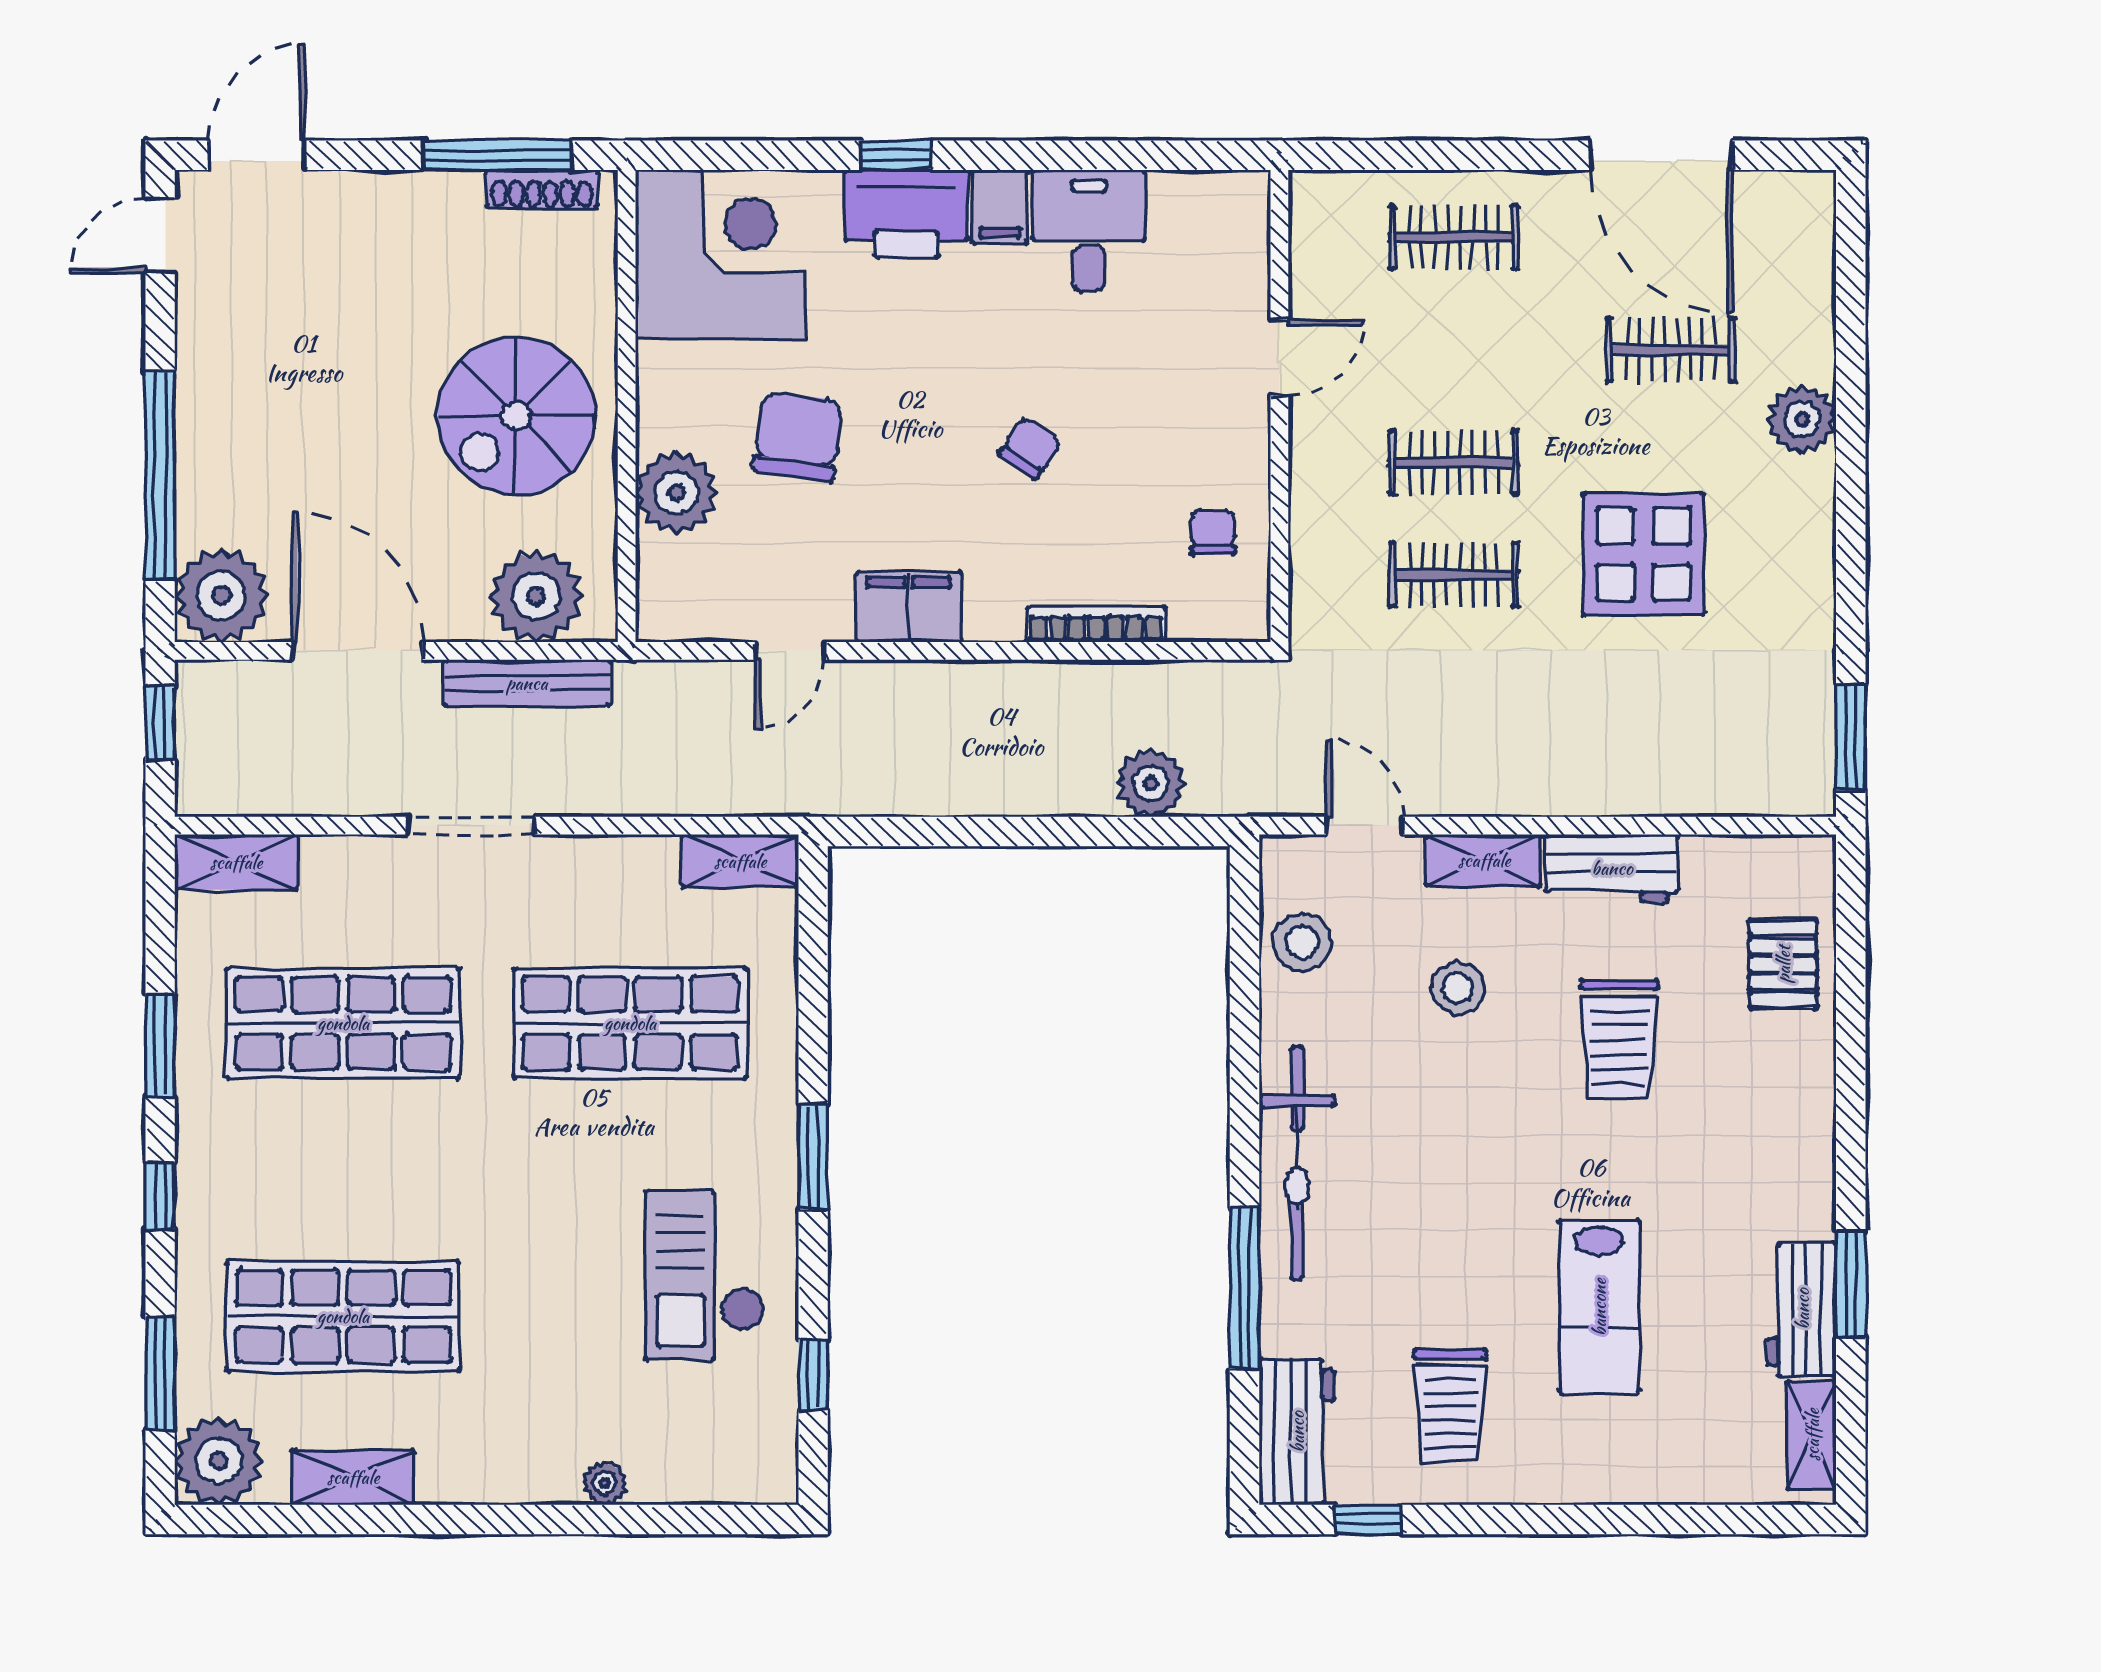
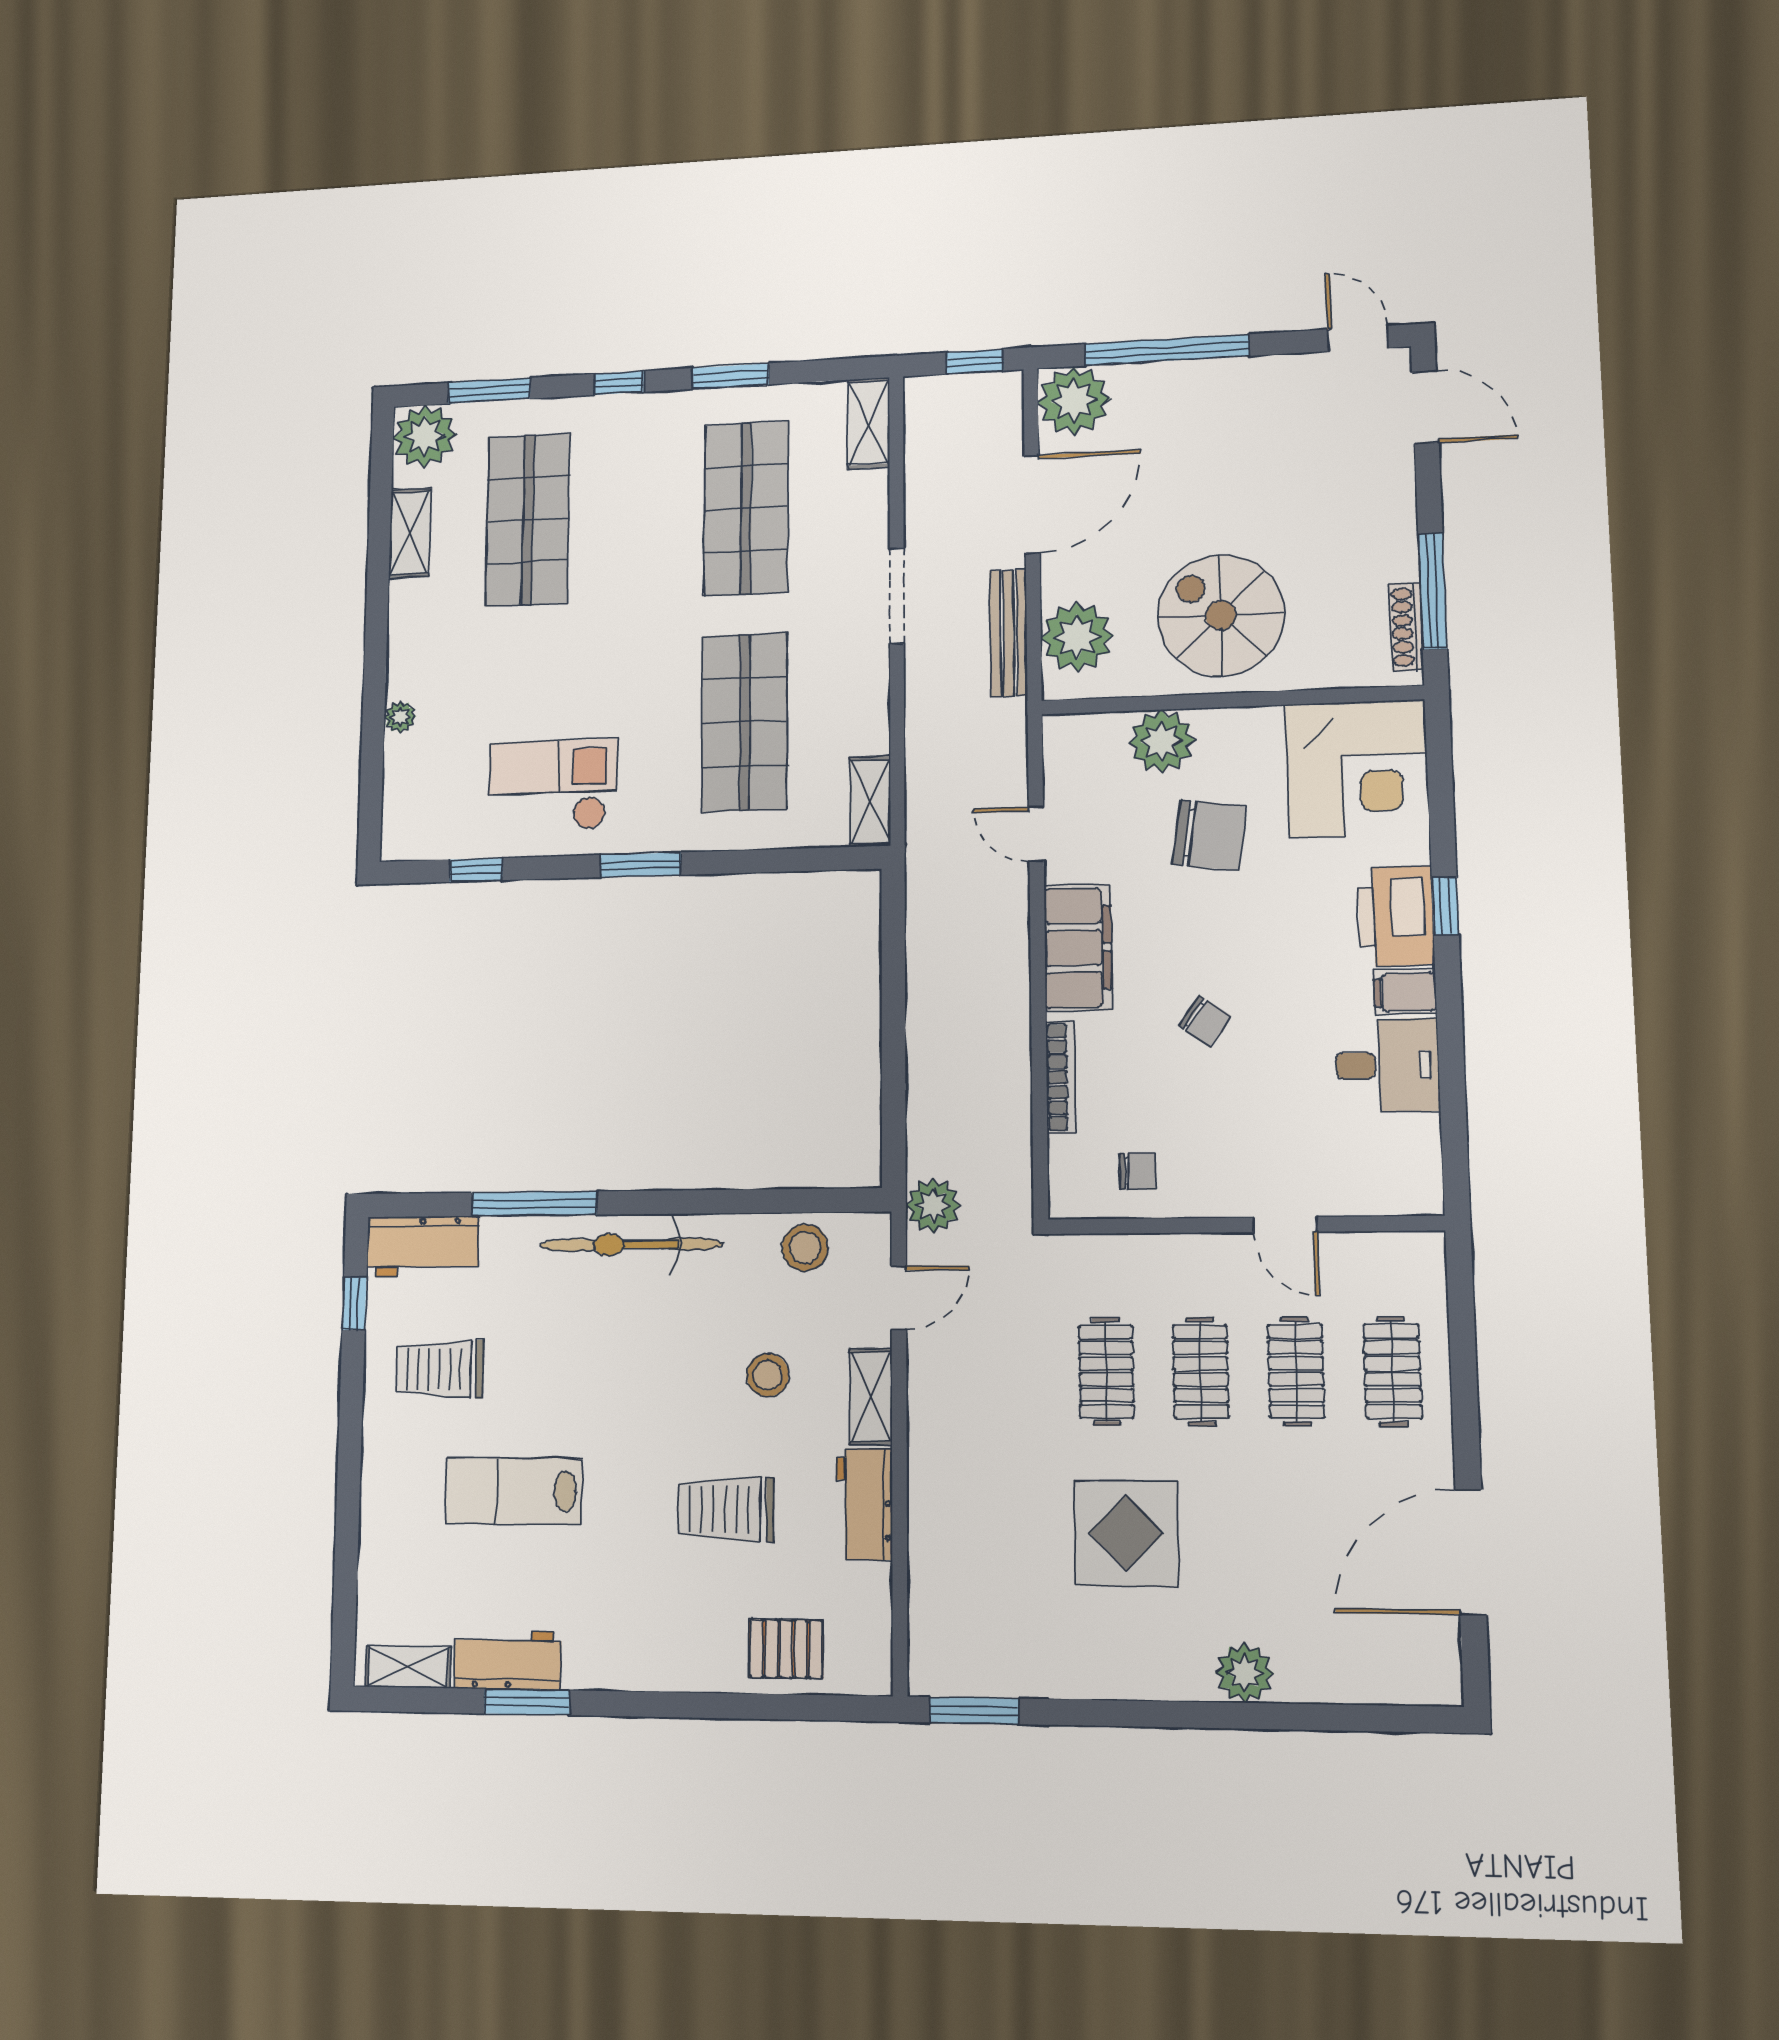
clothes rail: (1671, 350) -> (1296, 1371), moved
filing cabinet: (909, 607) -> (1078, 948), width x1.50, depth x1.17
plant: (1151, 783) -> (933, 1206), moved

